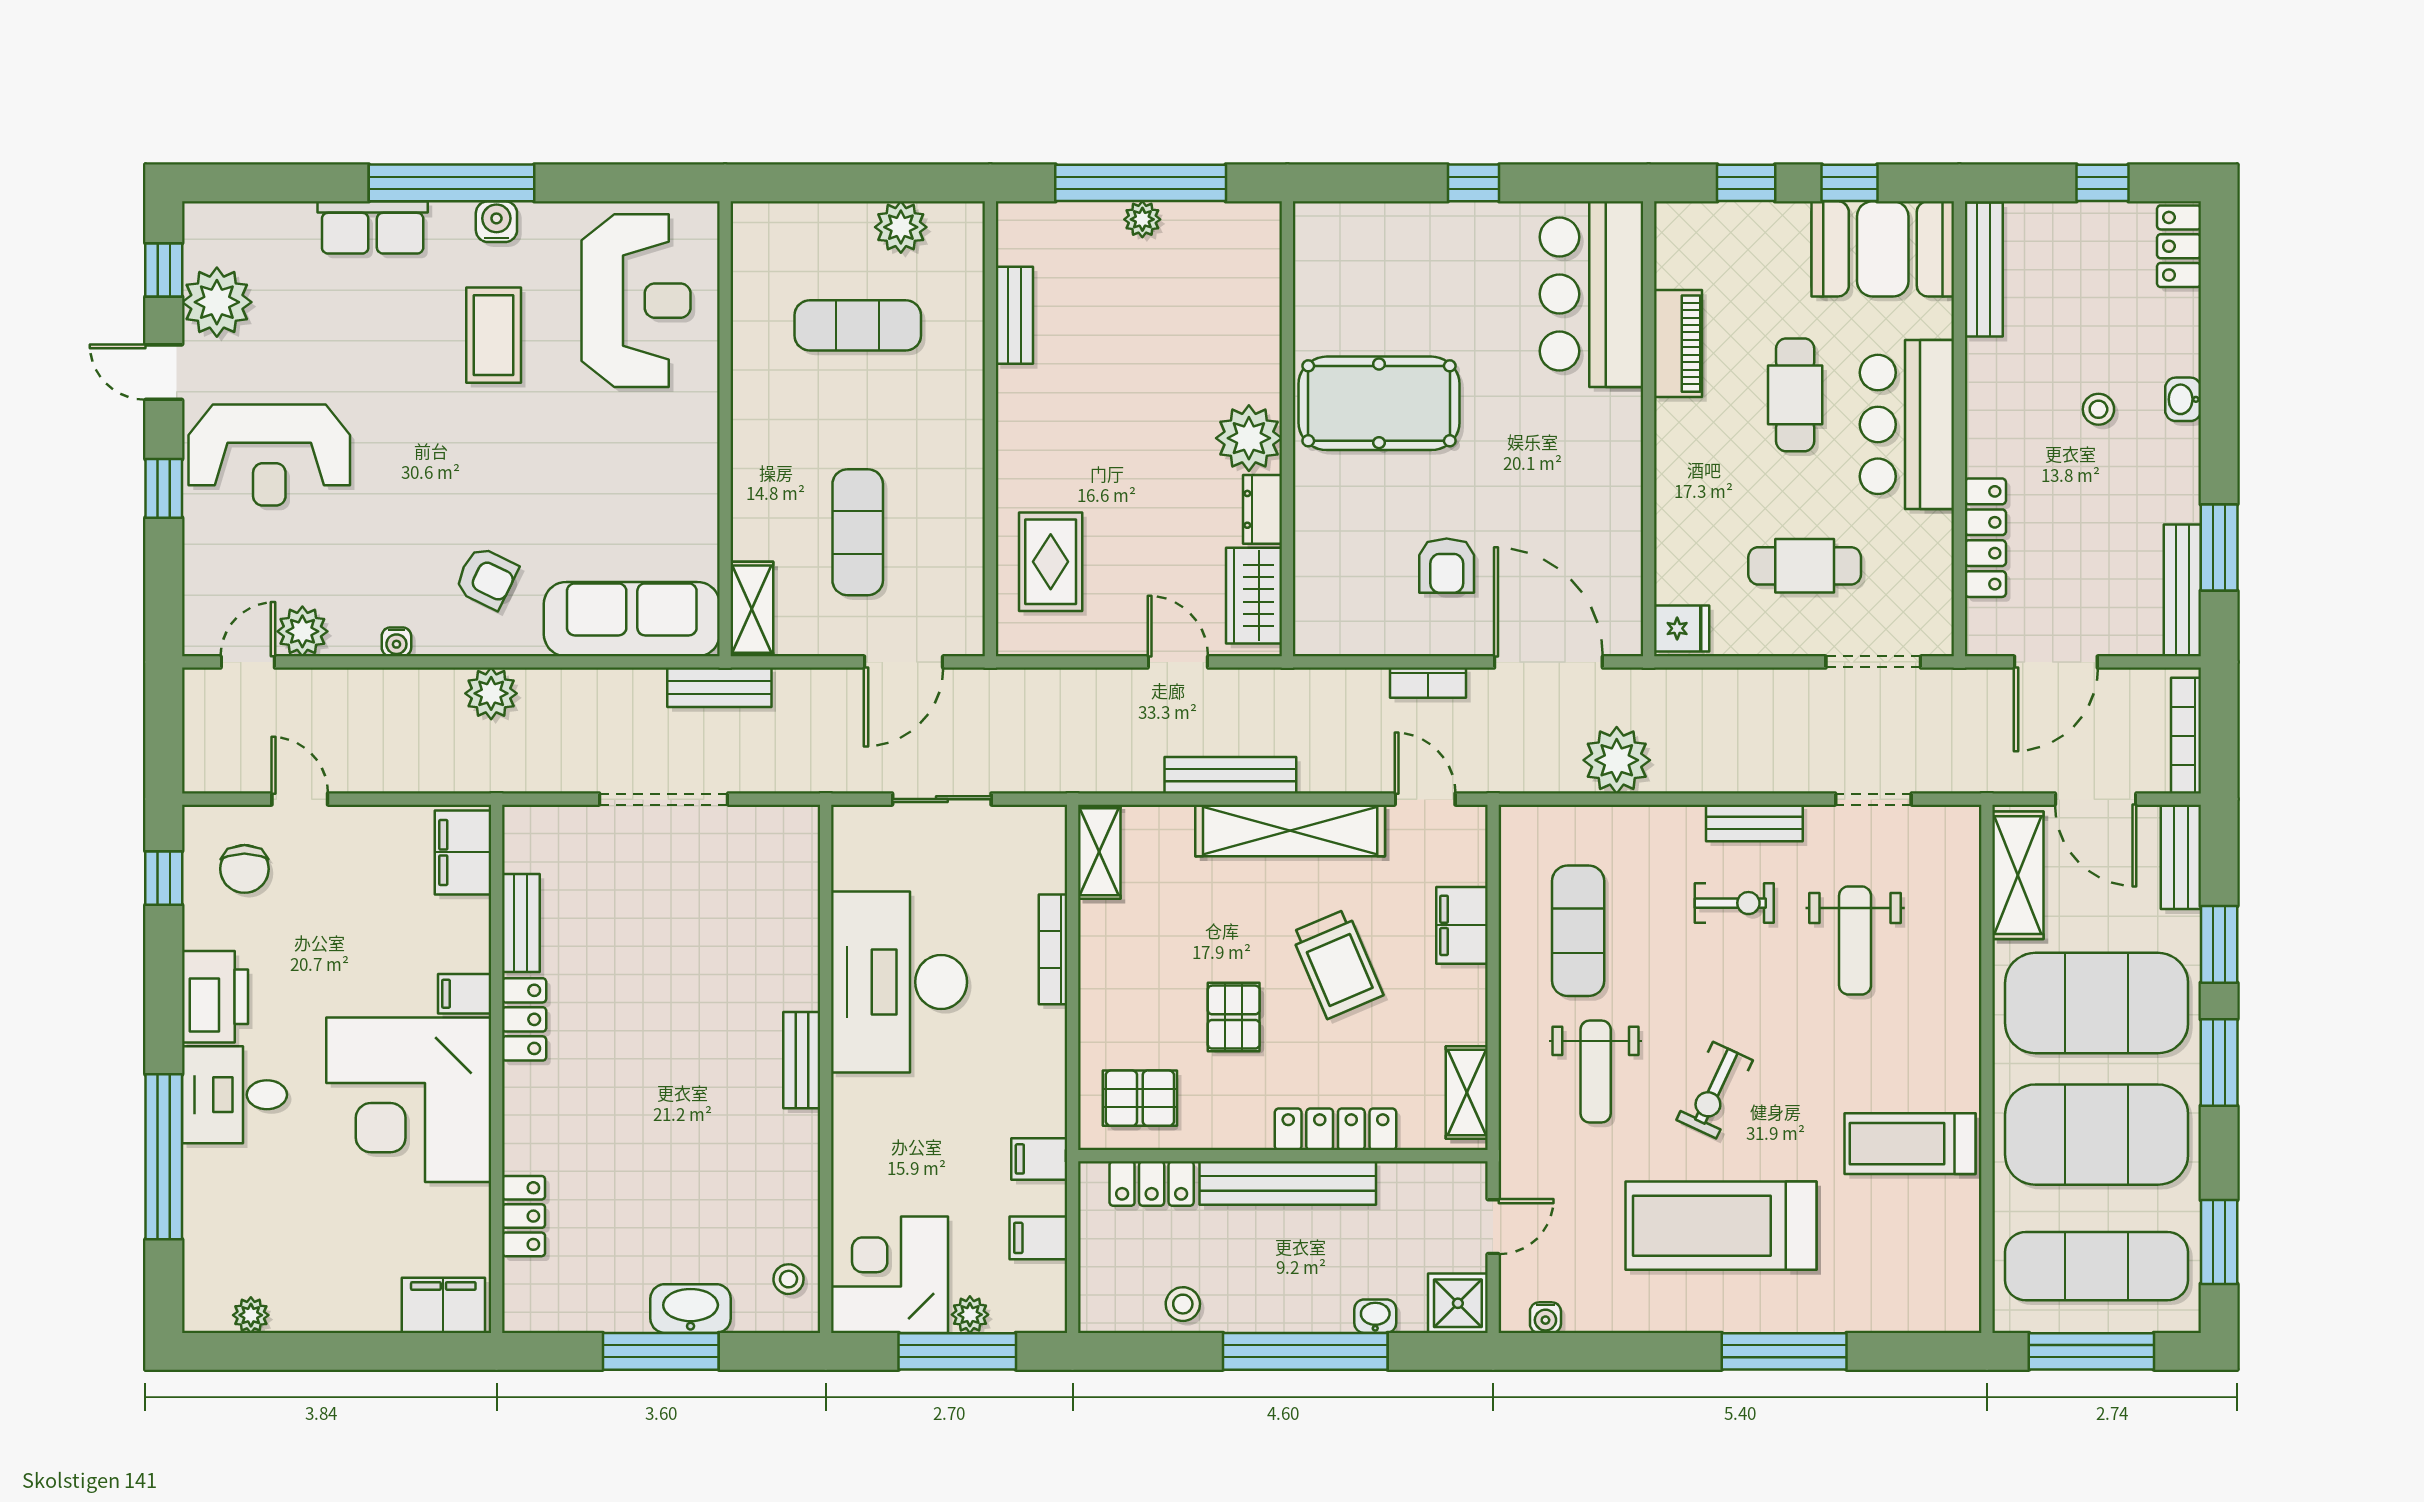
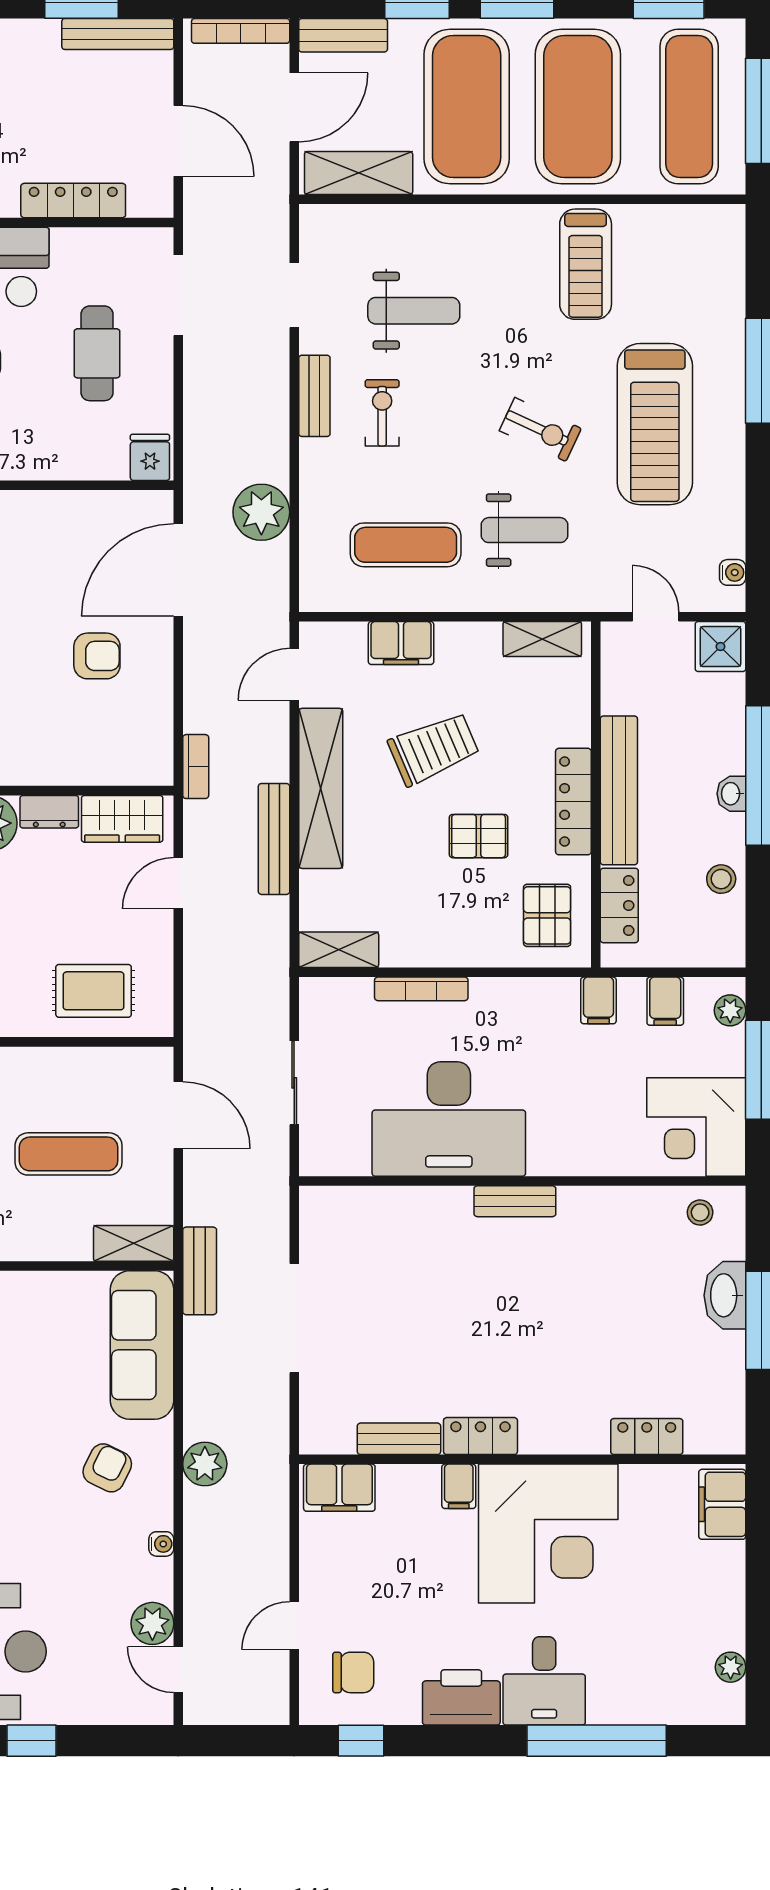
bookcase: (1428, 683) -> (196, 767), moved
locker: (1335, 1129) -> (573, 802), moved
plant: (970, 1315) -> (730, 1010), moved
washbasin: (1375, 1316) -> (731, 794), moved

